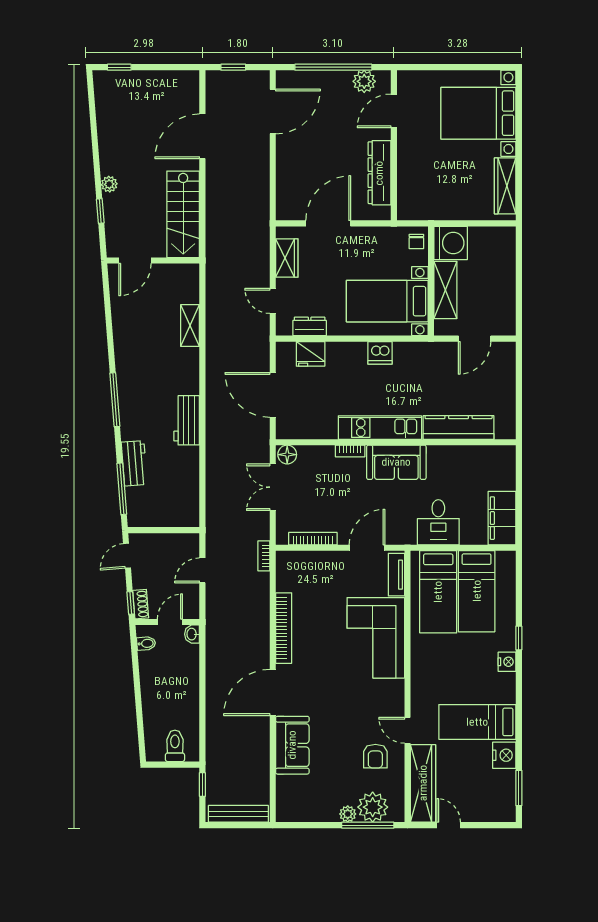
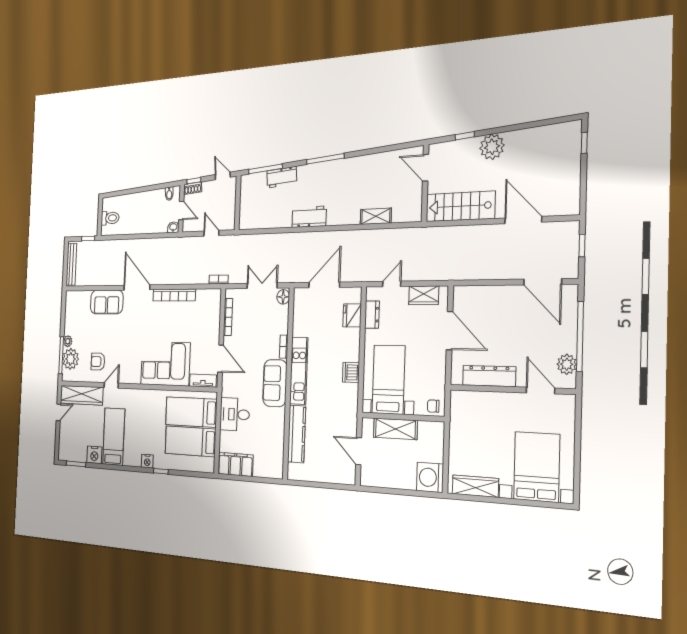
plant: (109, 184) -> (492, 147), width x1.88, depth x1.88
washing machine: (451, 243) -> (430, 477), moved, turned 90

